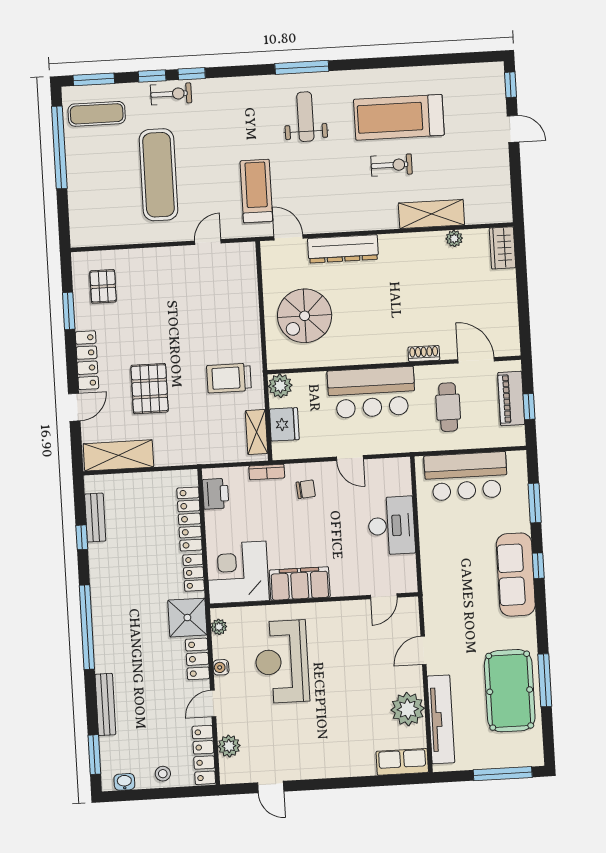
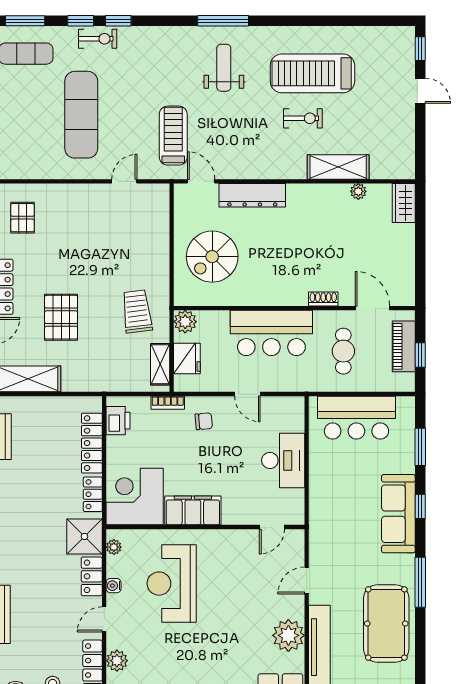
trolley: (229, 378) -> (137, 312), turned 83
window: (545, 680) -> (420, 582), moved

